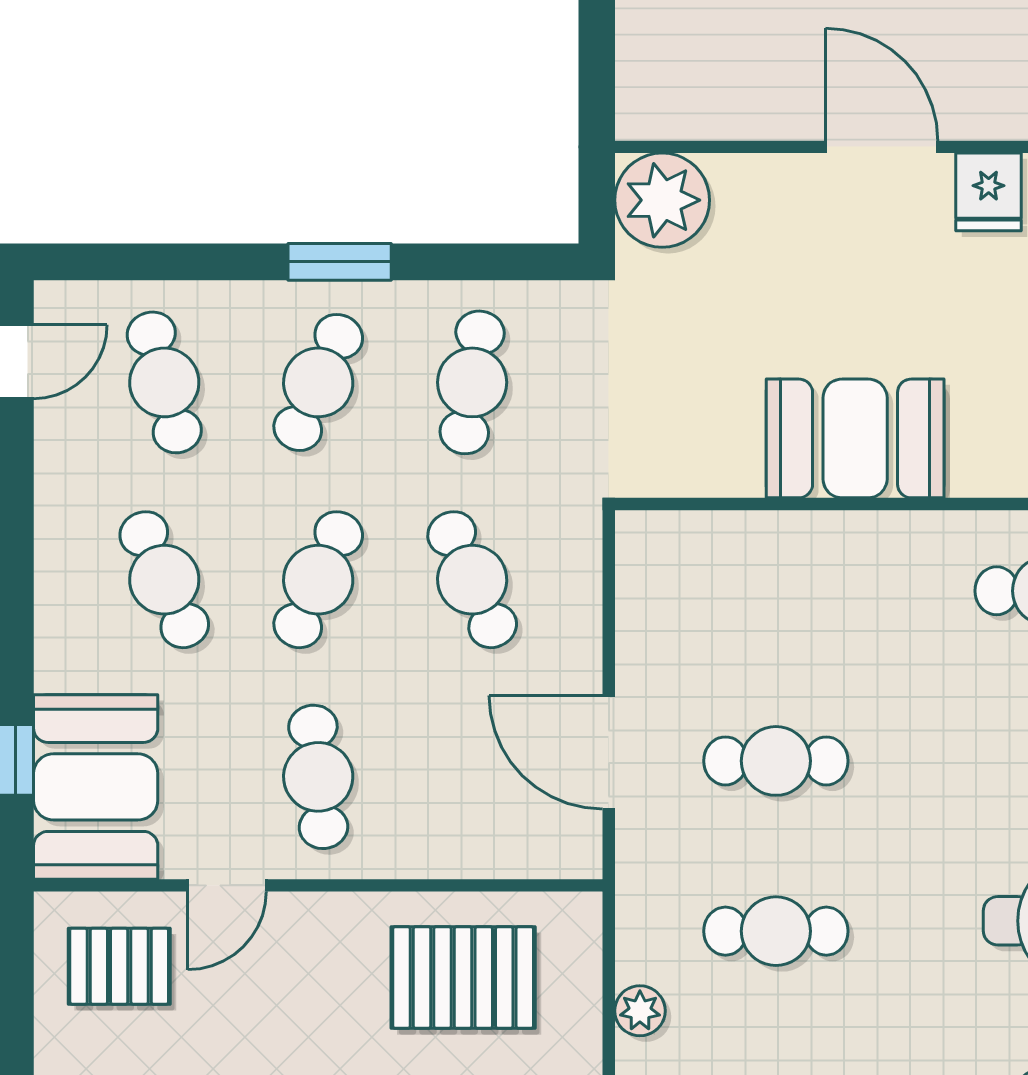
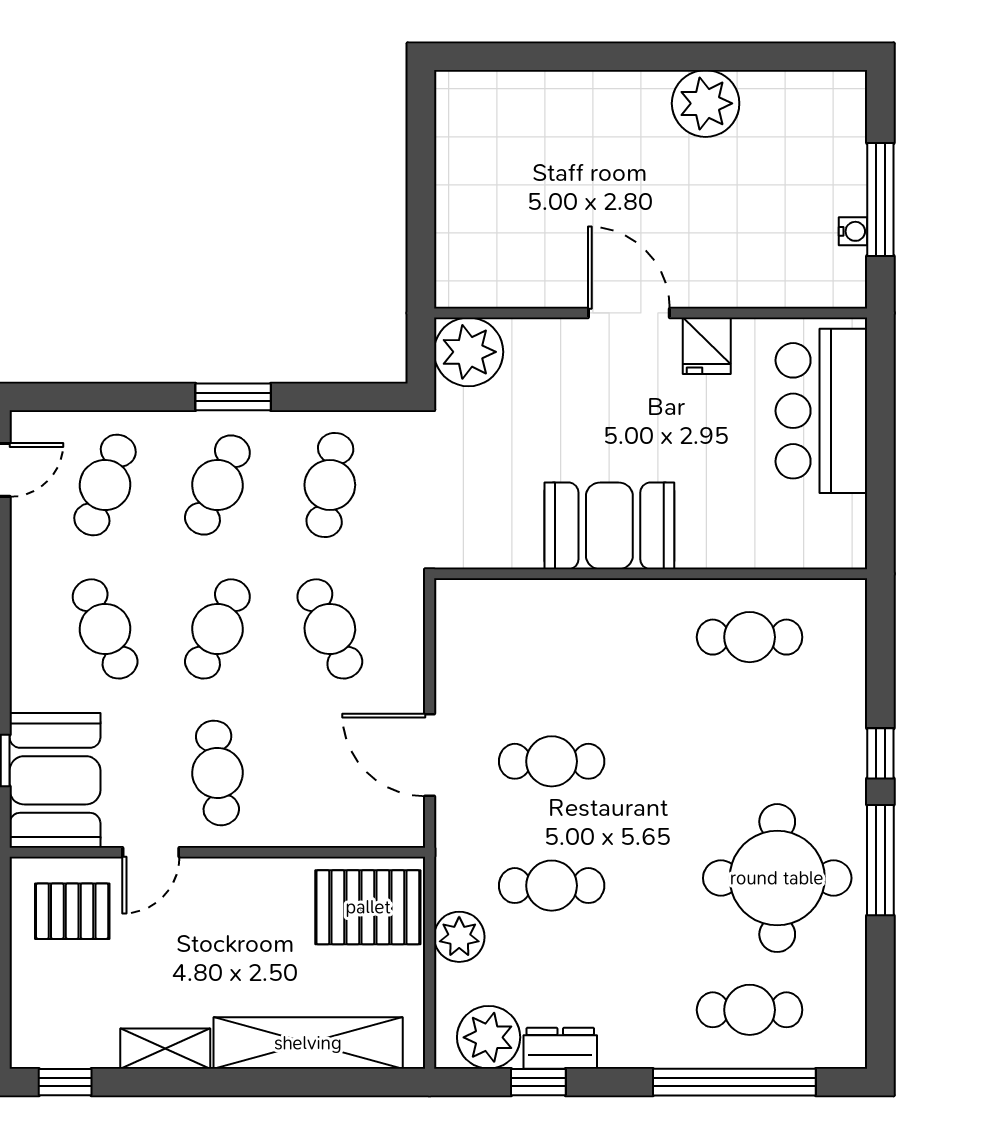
cafe table: (164, 382) -> (105, 485), turned 36
pallet: (463, 977) -> (368, 907), moved
plant: (640, 1011) -> (459, 937), width x1.38, depth x1.38

